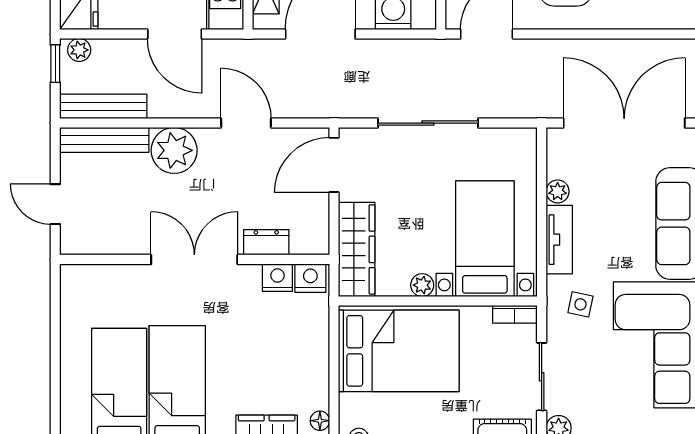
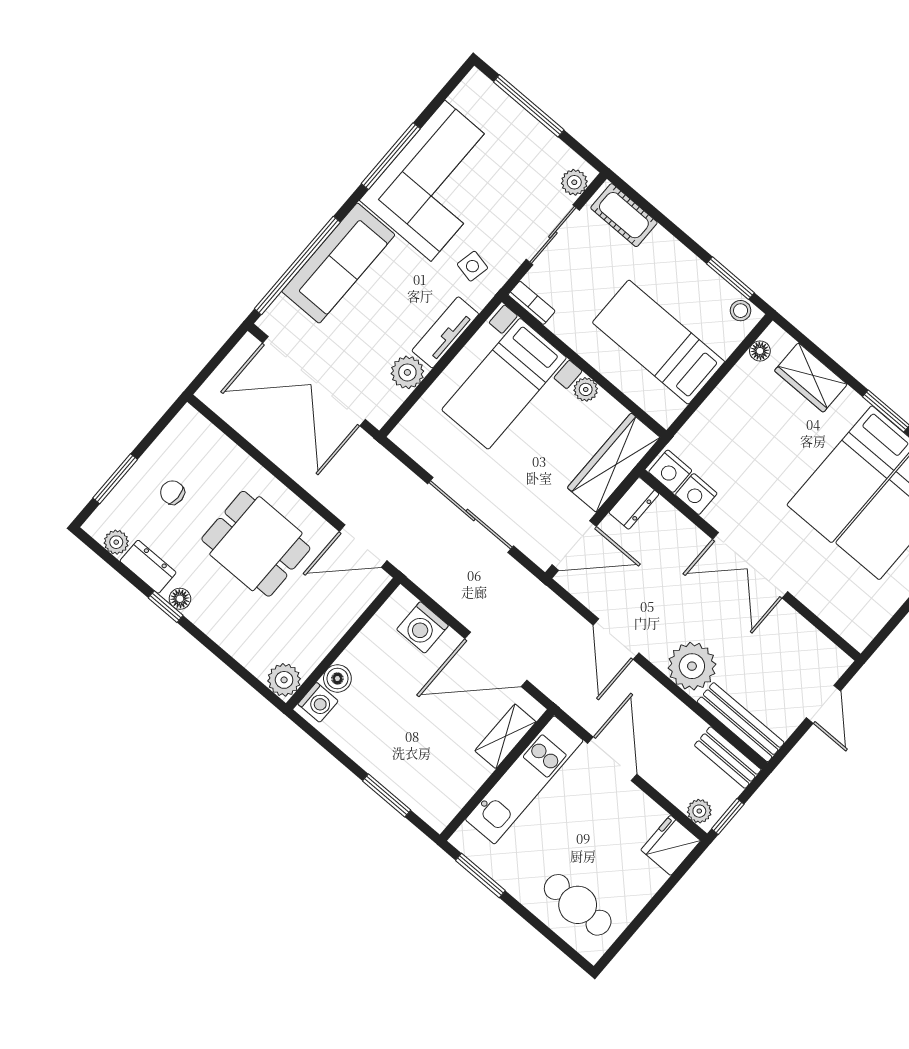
bench: (103, 106) -> (728, 758), width x0.73
plant: (558, 191) -> (407, 372), width x1.38, depth x1.38
dresser: (266, 242) -> (634, 503), moved, turned -90
bed: (399, 351) -> (659, 342), width x0.67

